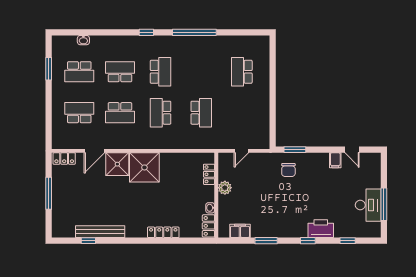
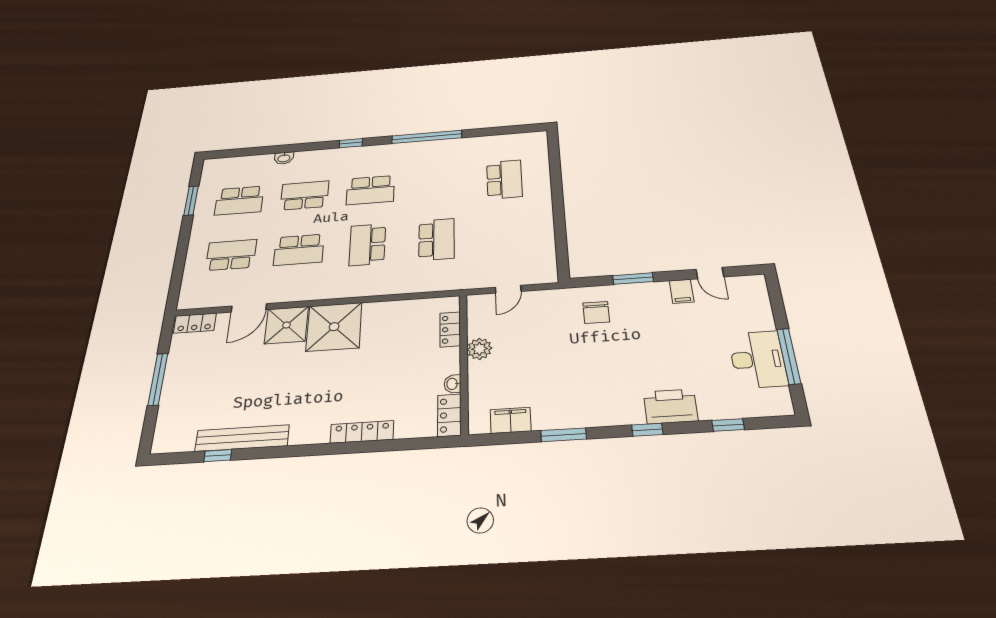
washbasin: (83, 40) -> (284, 158), moved
school desk: (161, 72) -> (370, 190), turned 90
school desk: (242, 72) -> (504, 179), turned 180
window: (295, 150) -> (633, 279), moved

